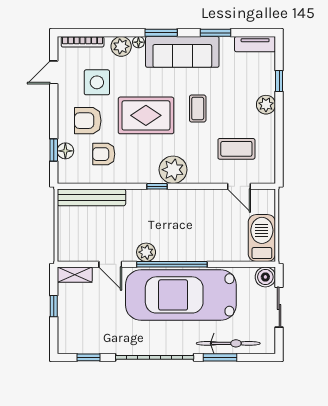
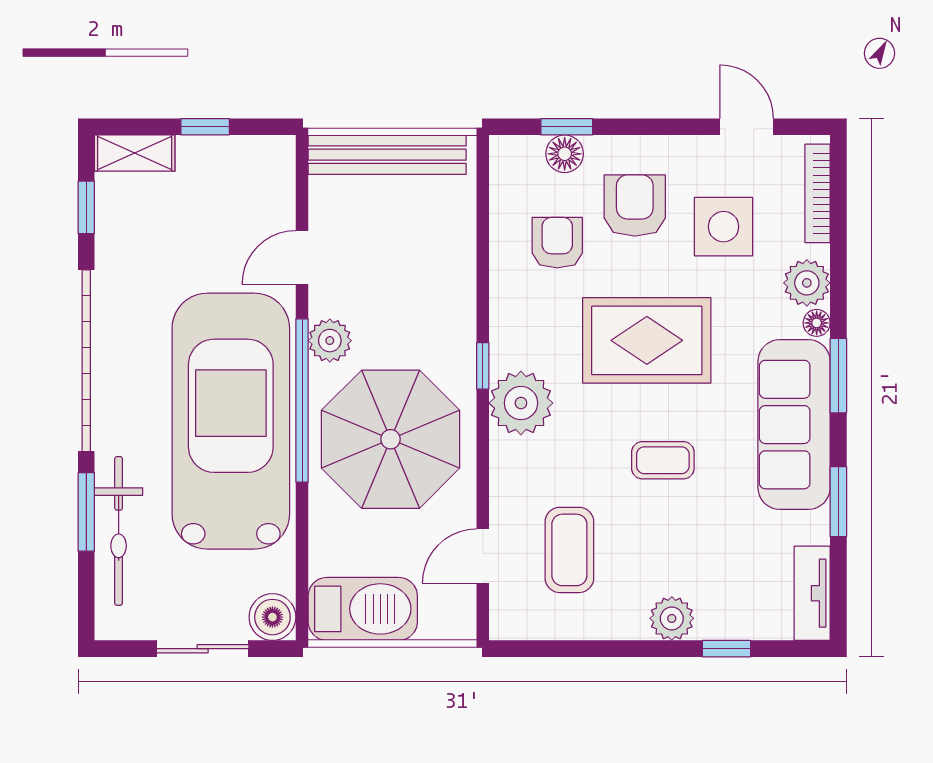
rug: (146, 115) -> (647, 340), turned 90
bench: (91, 197) -> (387, 155), moved, turned 90
parasol: (189, 226) -> (391, 439), added
shelving: (75, 275) -> (135, 153), moved, turned 90

